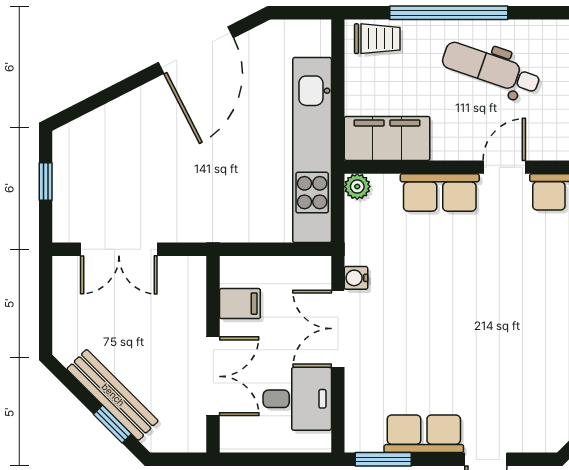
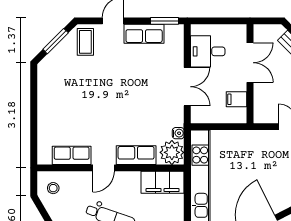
plant: (357, 187) -> (172, 152), width x1.88, depth x1.88
water cooler: (356, 278) -> (178, 133), moved
double door: (213, 376) -> (250, 63), swing flipped
coffee table: (541, 418) -> (85, 42), added

